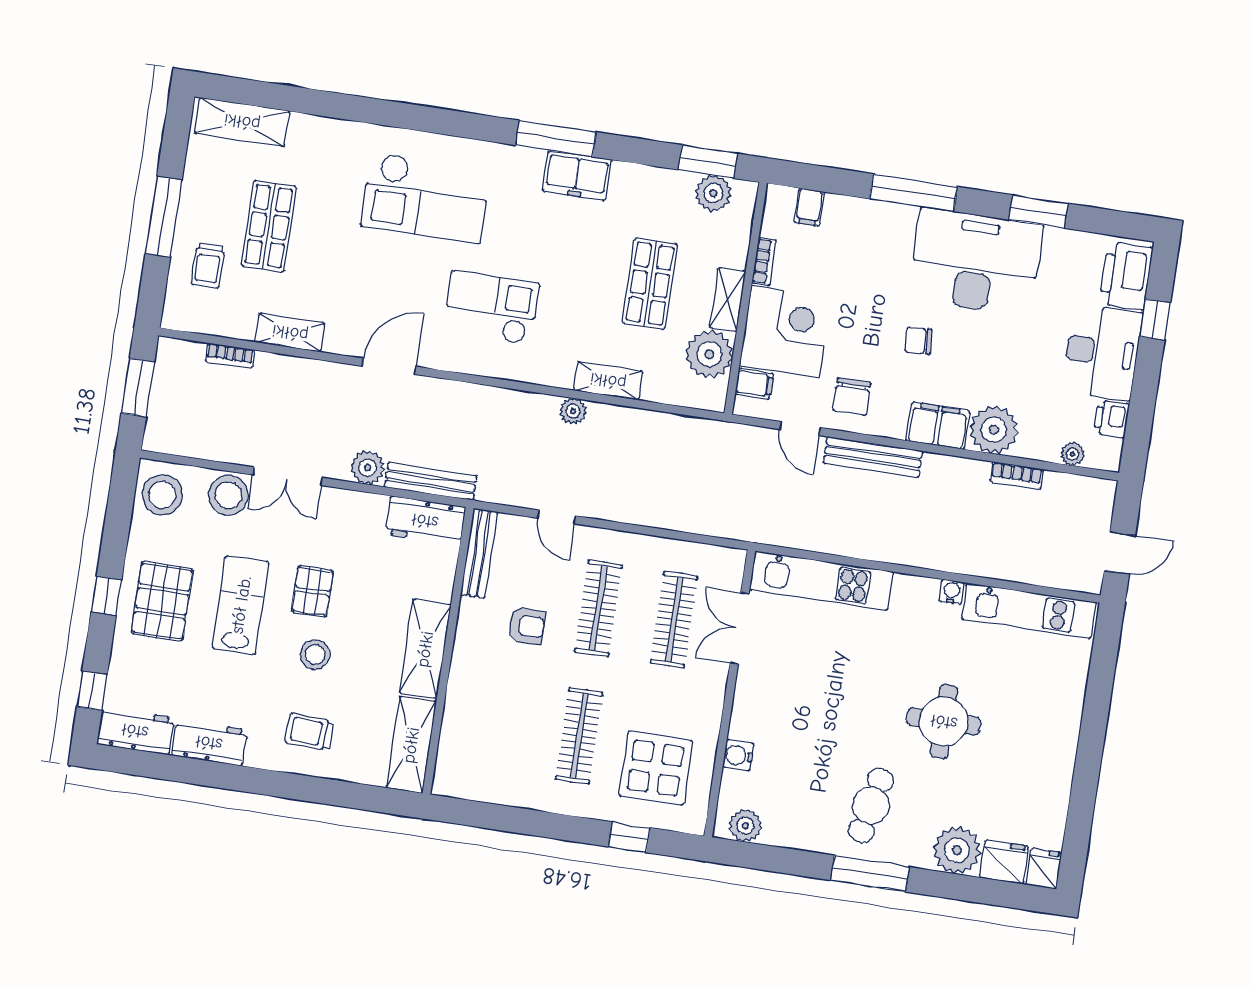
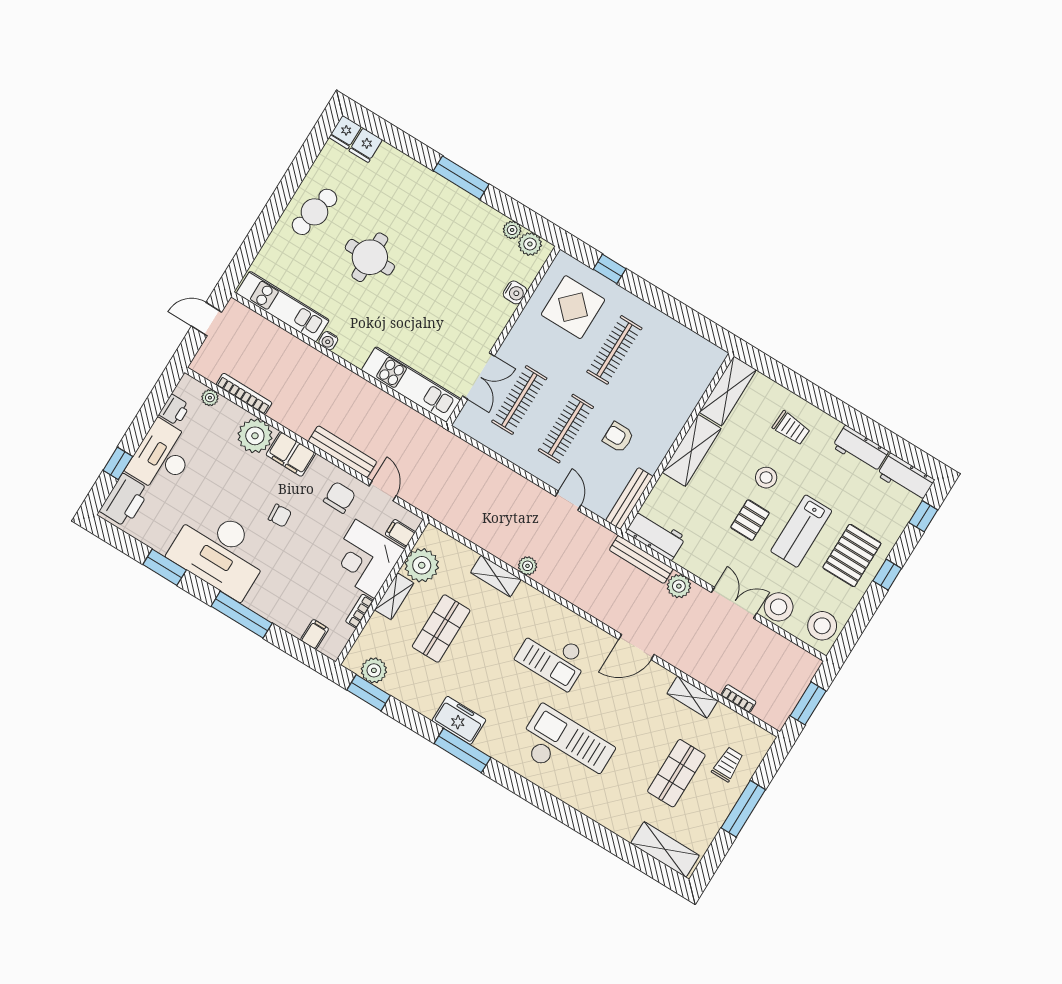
bookcase: (1017, 475) -> (244, 394), width x1.56
cafe table: (871, 806) -> (314, 212), moved
plant: (957, 850) -> (512, 230), moved, width x0.53, depth x0.53
fridge: (1004, 862) -> (366, 145), width x0.72

